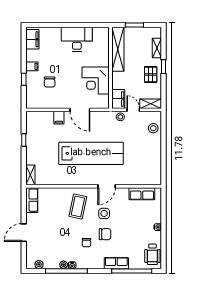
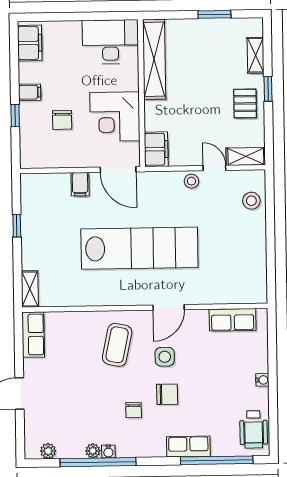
shelving: (118, 49) -> (154, 59), moved
wall: (111, 68) -> (141, 93), moved
corner desk: (96, 81) -> (115, 117), moved
filing cabinet: (118, 99) -> (156, 149), moved

